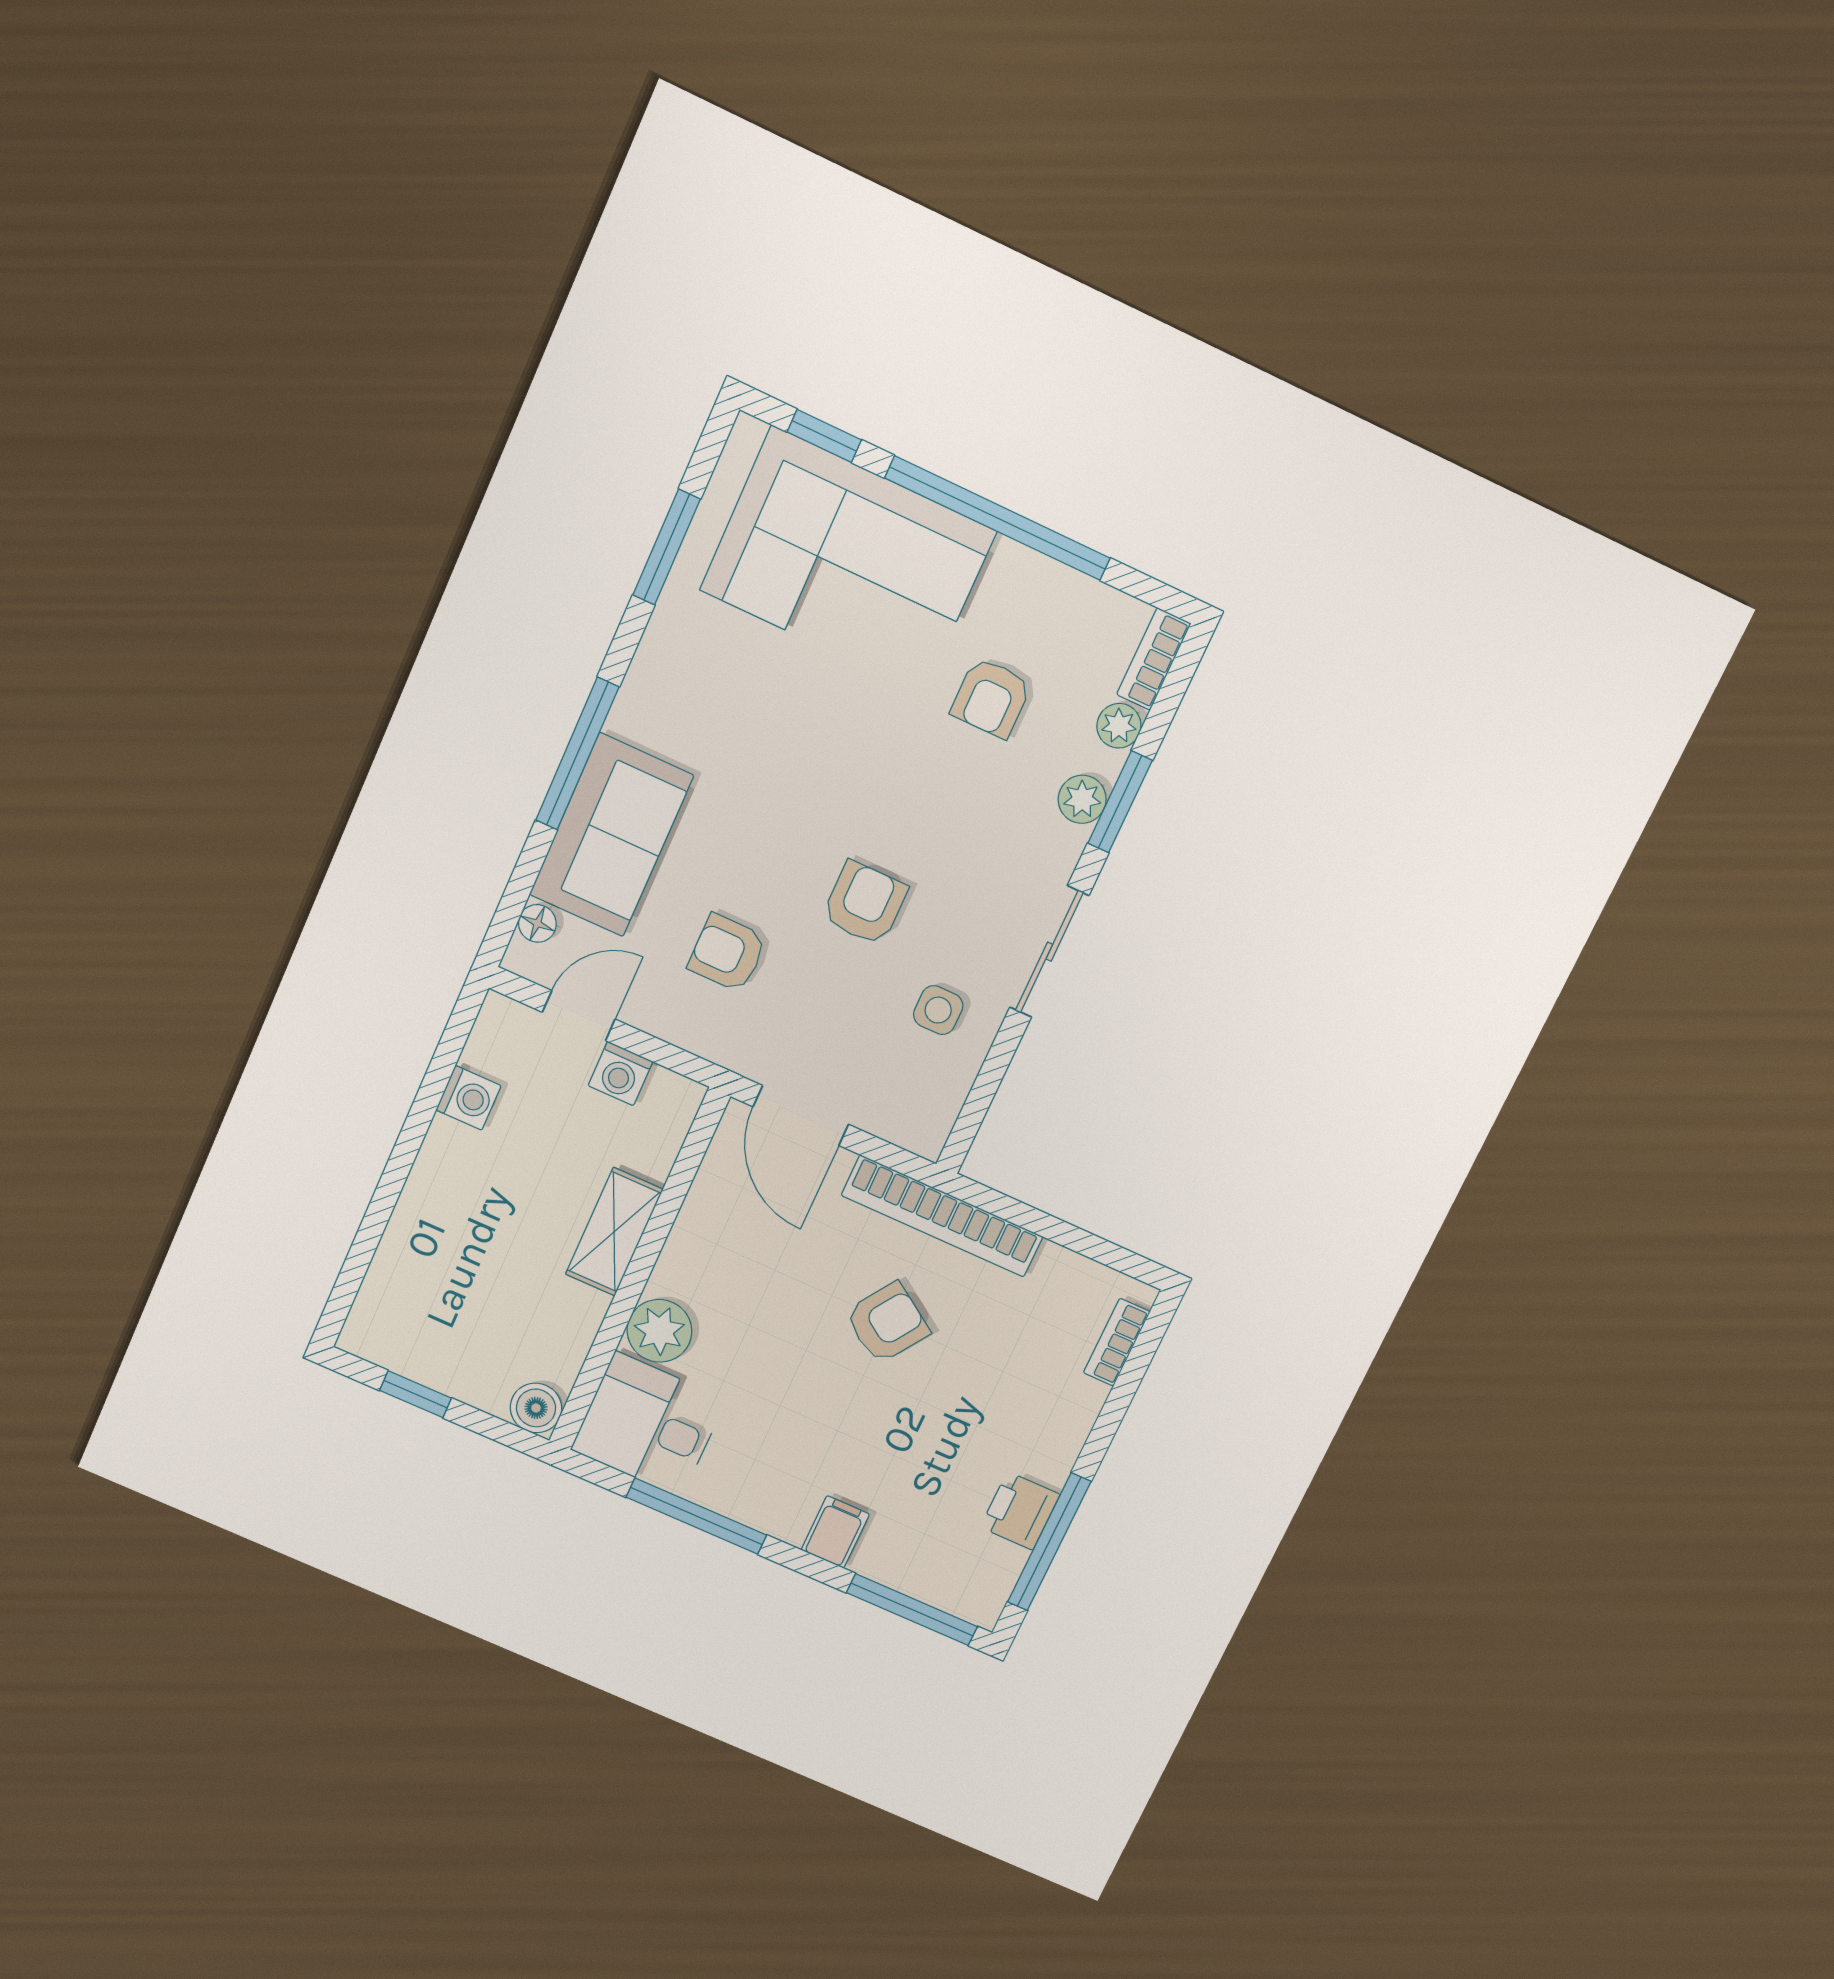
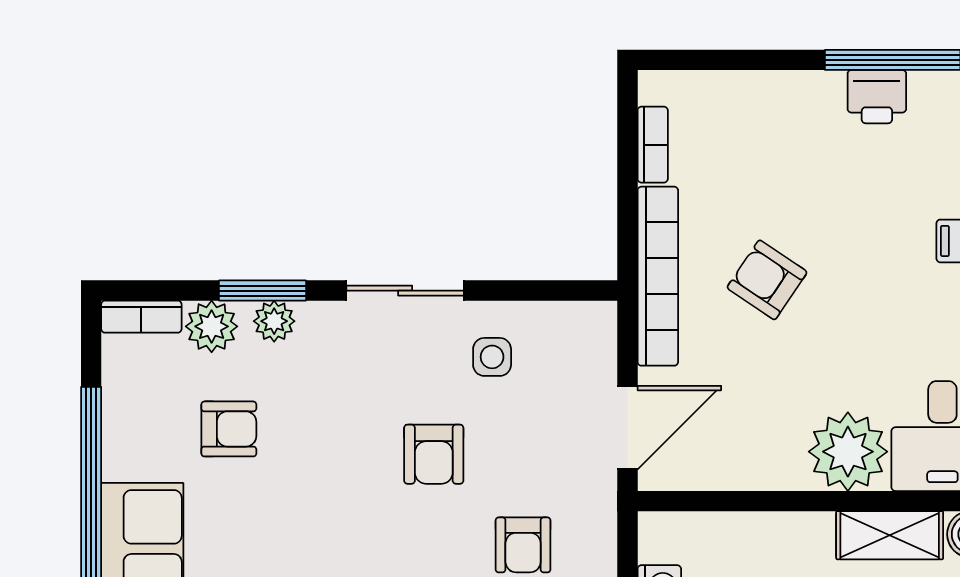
plant: (1119, 726) -> (212, 326), width x1.38, depth x1.38
armchair: (865, 903) -> (434, 454), turned -90
shelving: (614, 1232) -> (890, 535), moved
plant: (659, 1331) -> (848, 452), width x1.36, depth x1.36
bookcase: (1117, 1342) -> (653, 145), moved, turned -90

